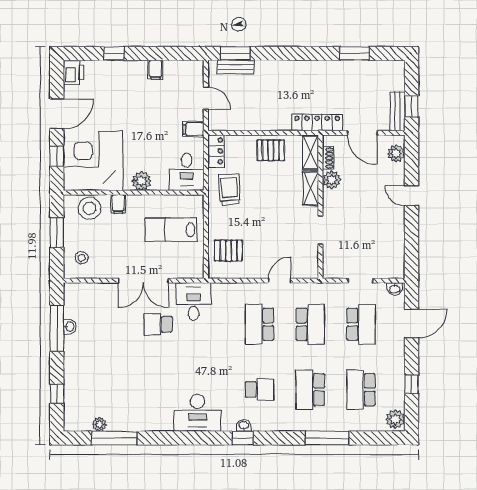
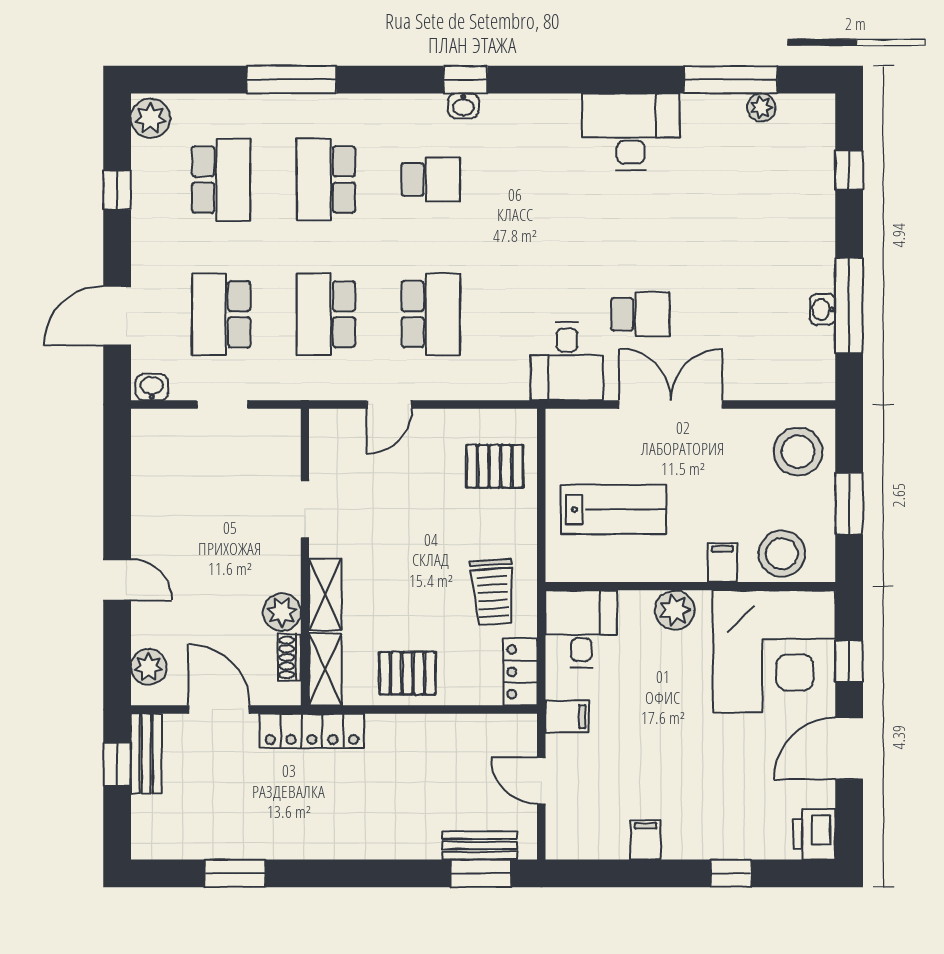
stool: (82, 258) -> (798, 452), width x1.89, depth x1.89
school desk: (260, 390) -> (431, 180), turned 180
school desk: (310, 390) -> (326, 180), turned 180
desk: (198, 413) -> (631, 132), moved

